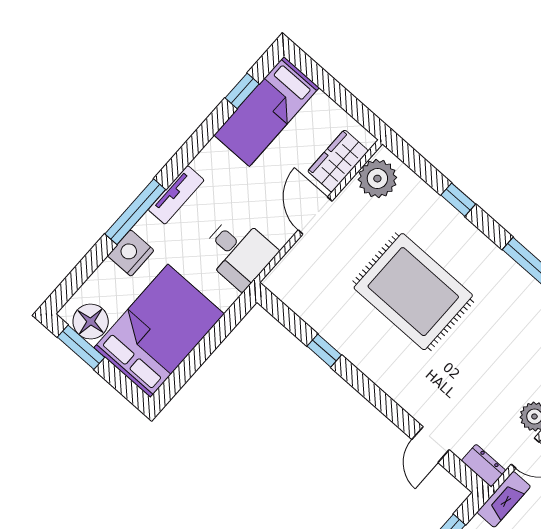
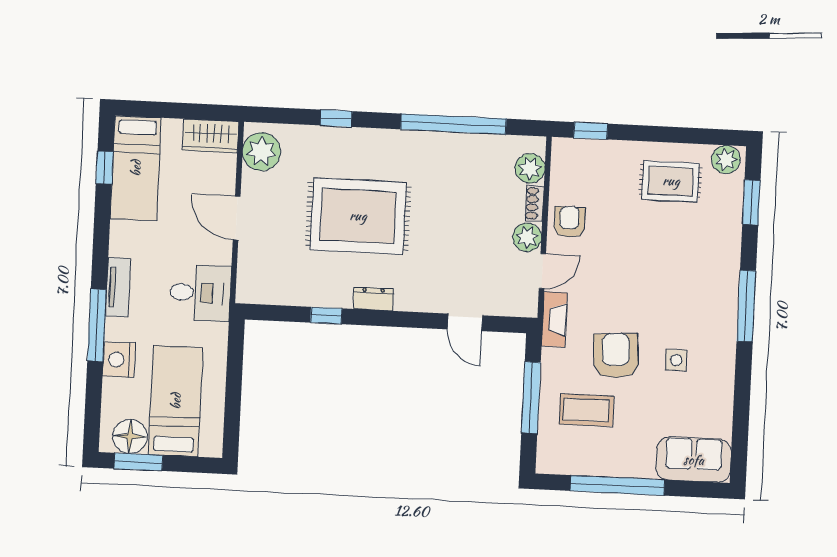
wardrobe: (338, 161) -> (211, 136), moved, turned -90
bed: (159, 331) -> (176, 401), width x0.67
dresser: (484, 466) -> (373, 299), moved

